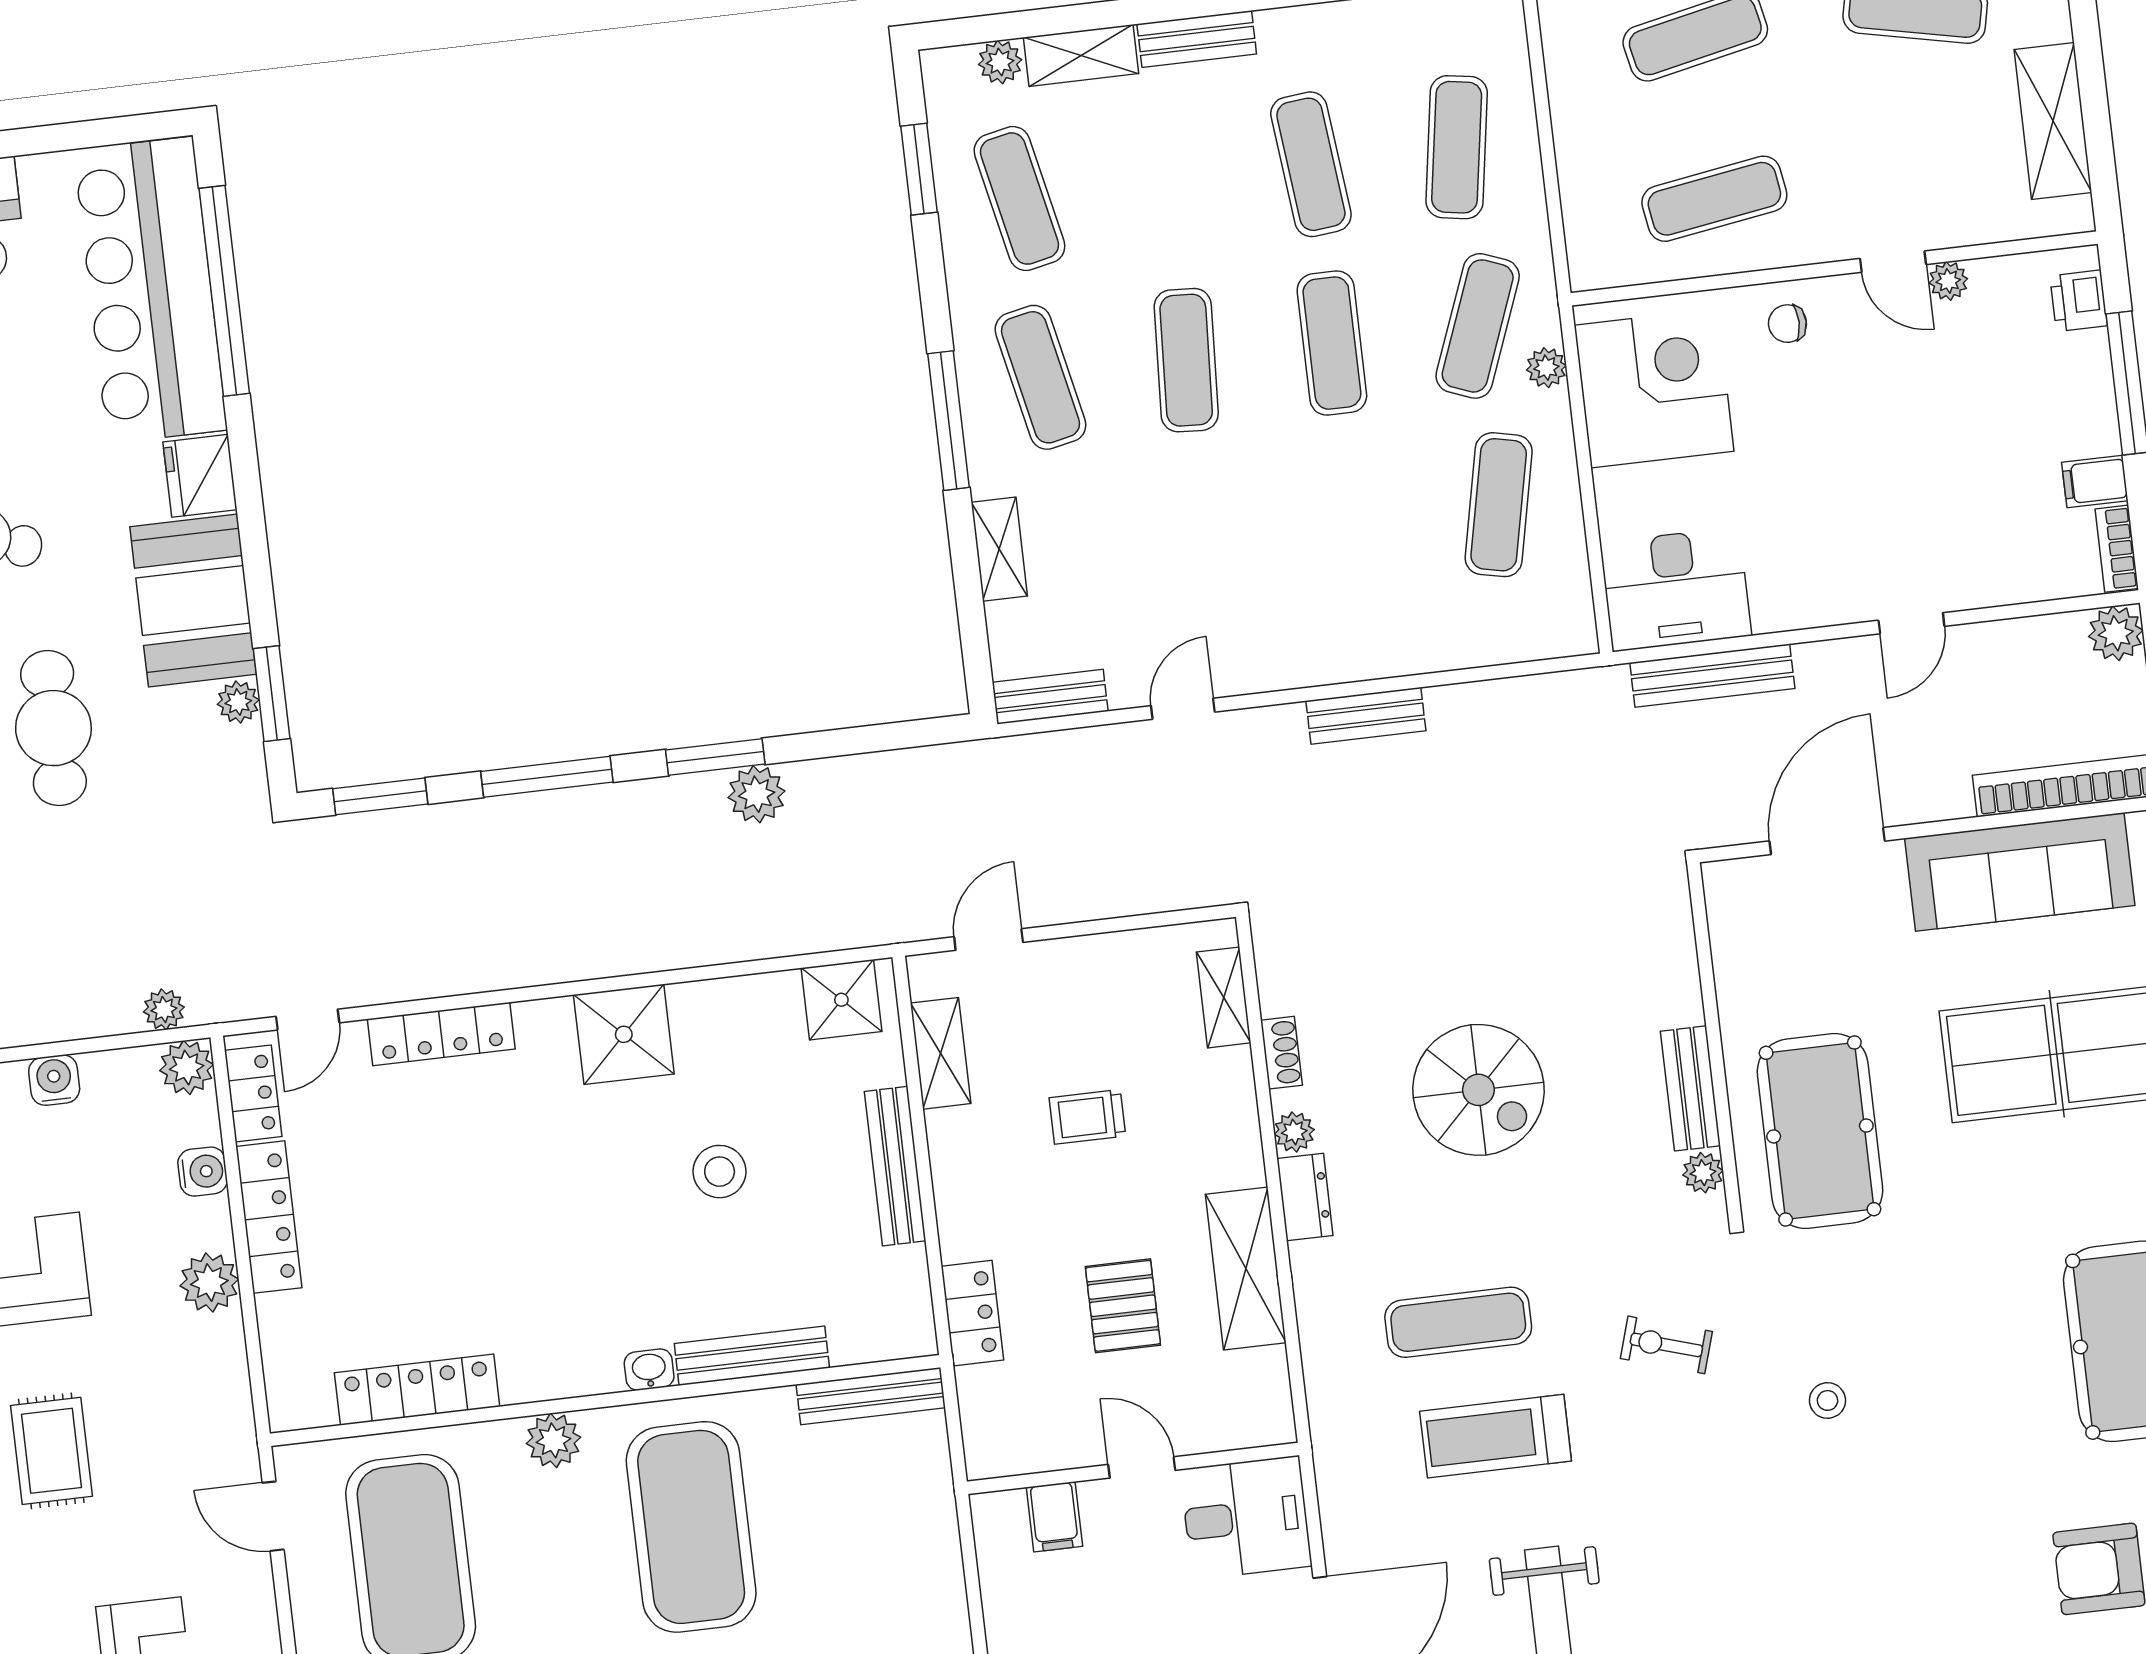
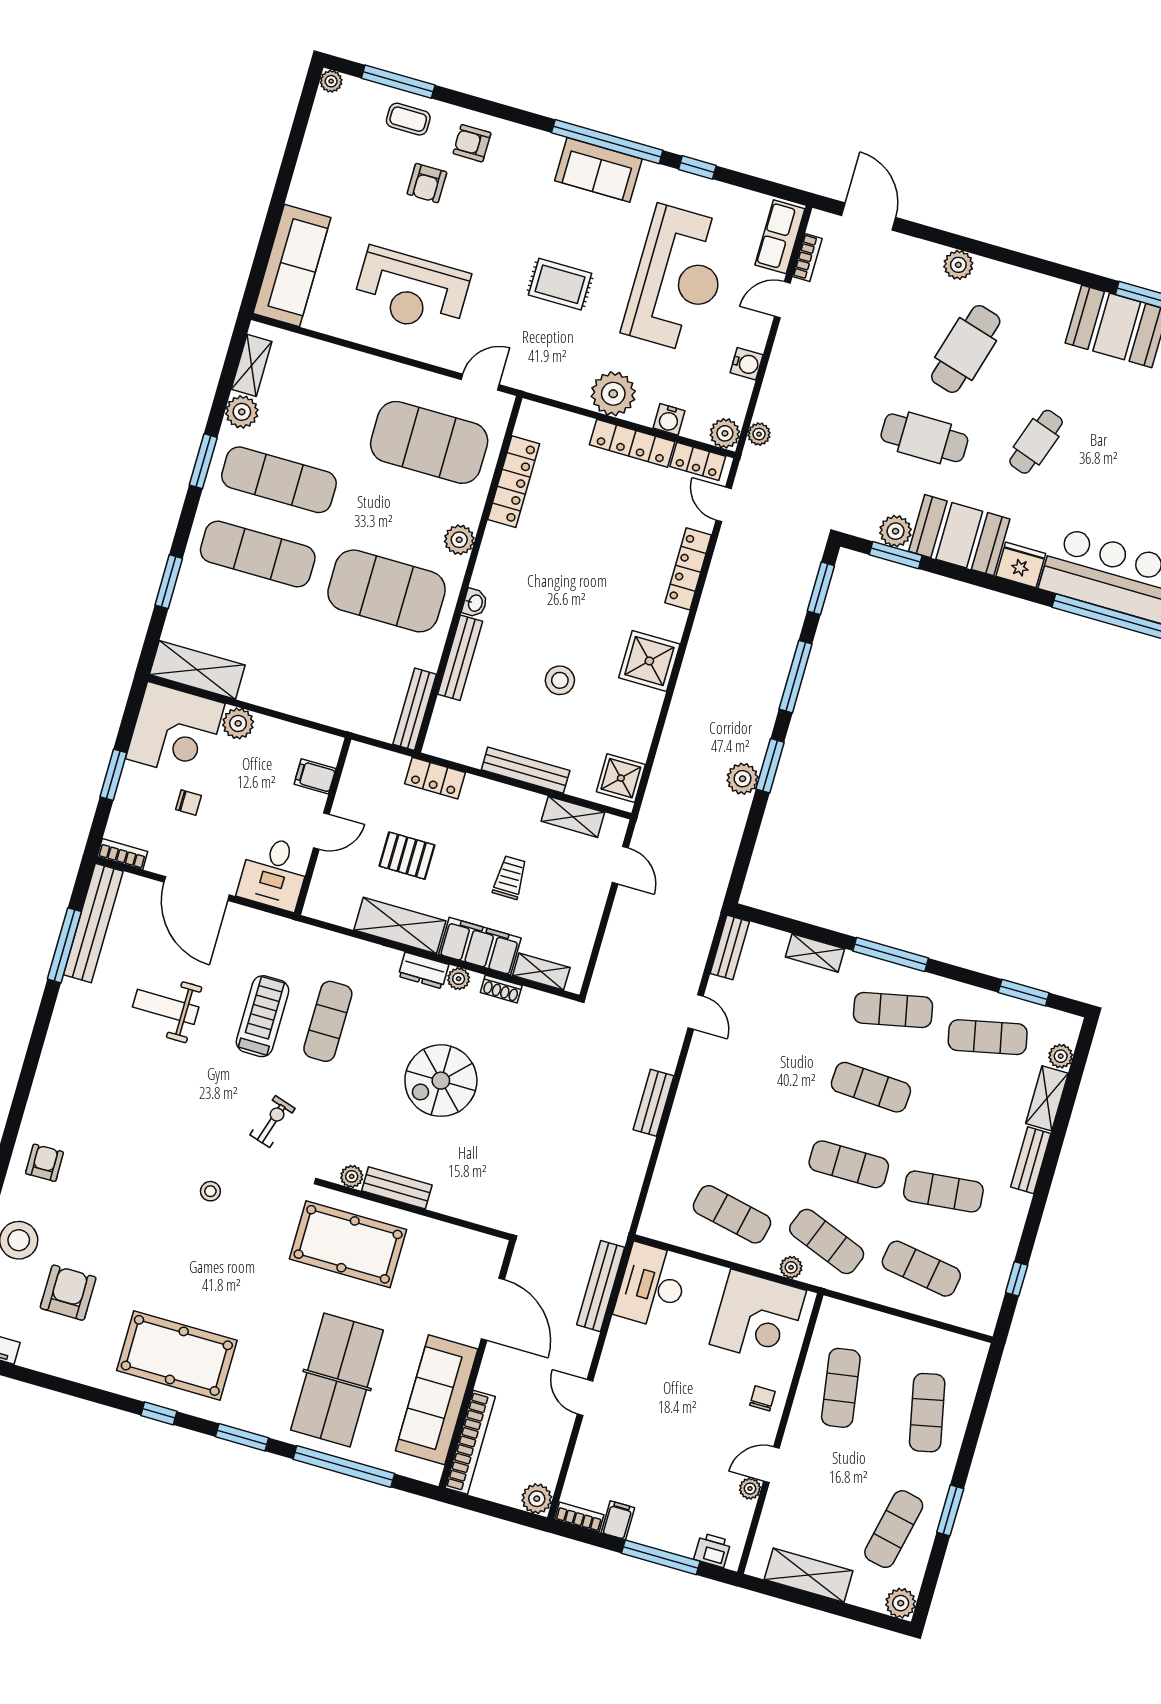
plant: (238, 702) -> (896, 531), width x1.38, depth x1.38
filing cabinet: (1224, 1119) -> (480, 946), added
plant: (209, 1282) -> (613, 394), width x1.36, depth x1.36

